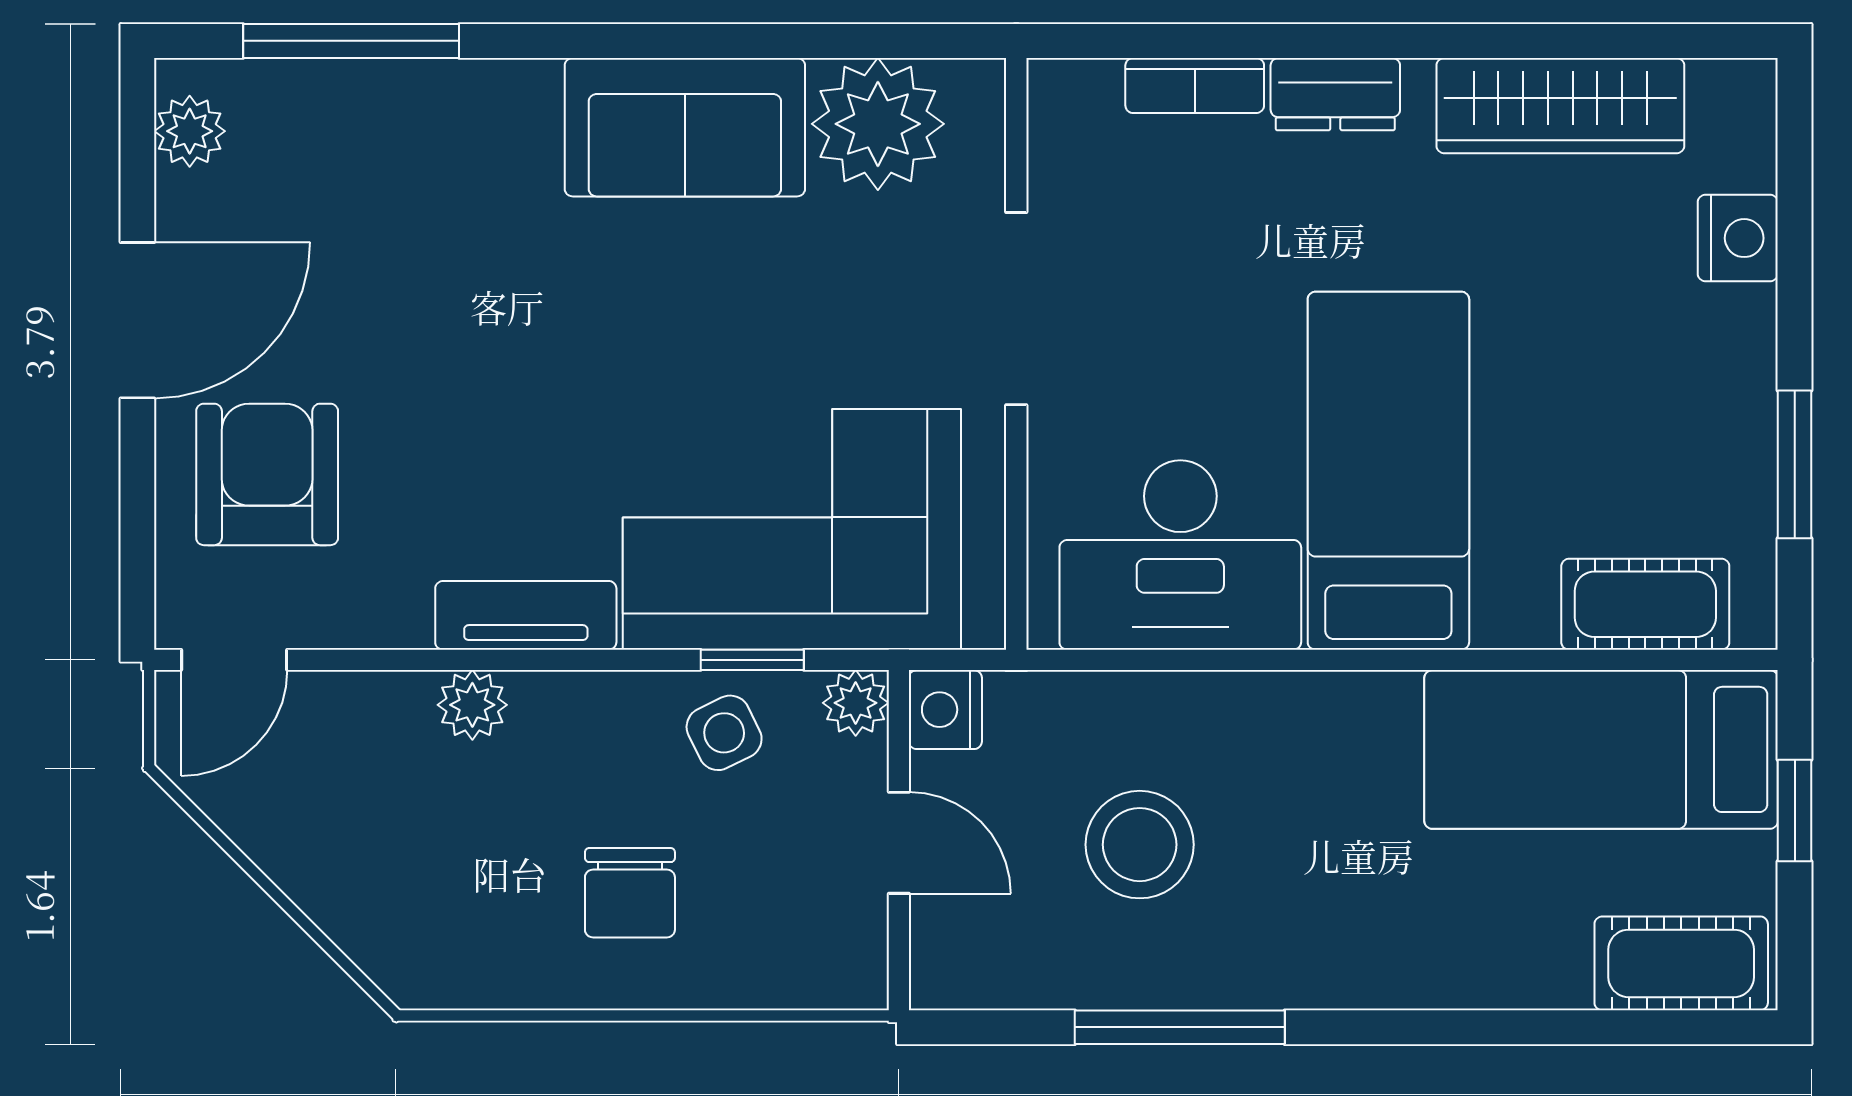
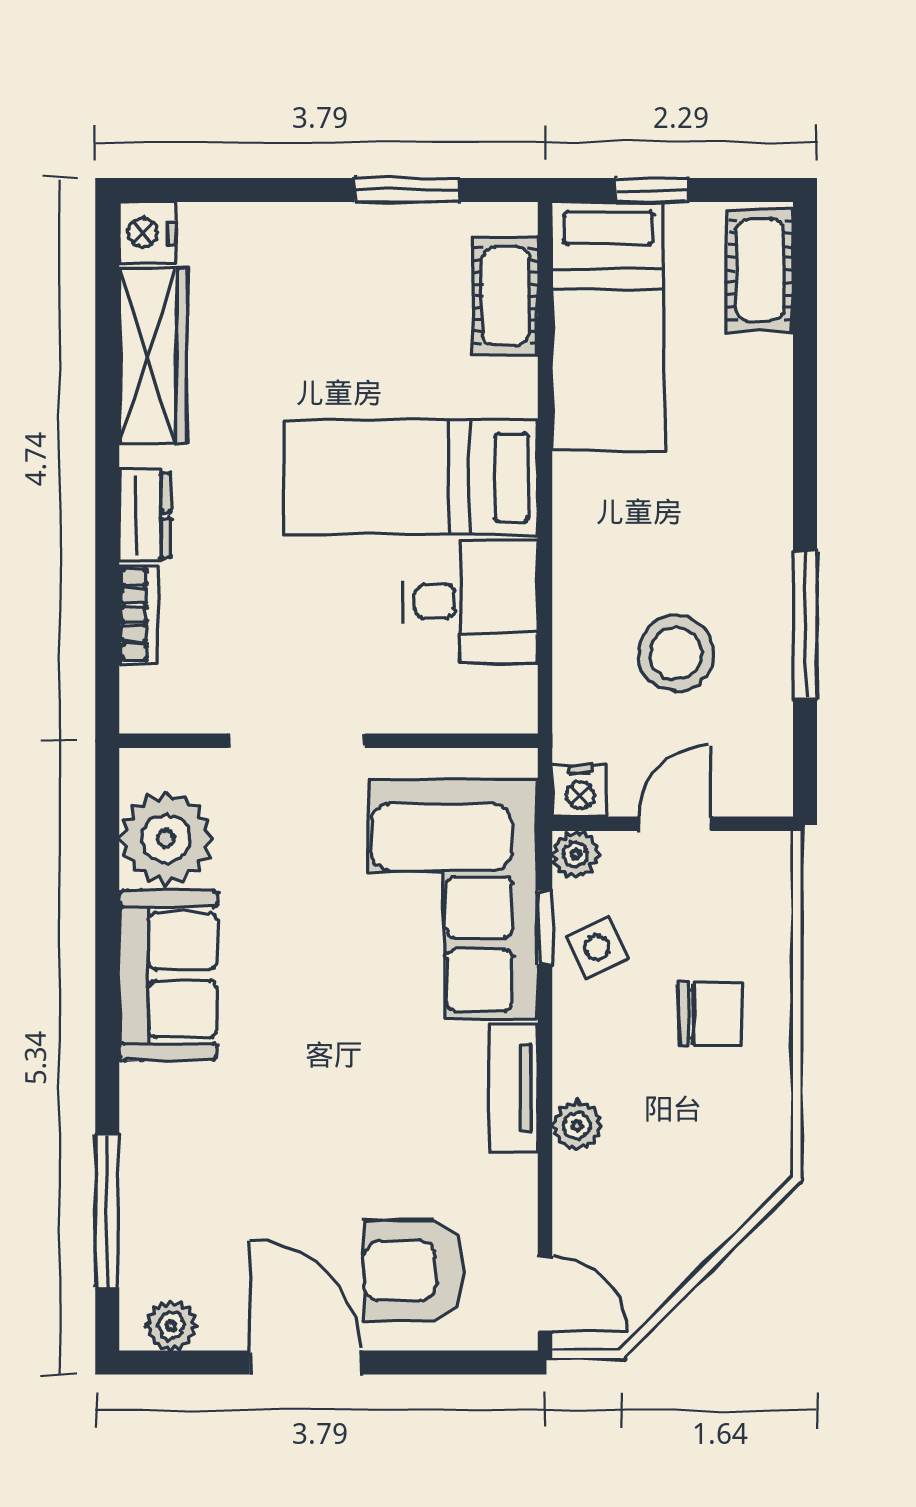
nightstand: (1738, 238) -> (147, 233), moved, turned -90
desk: (1180, 555) -> (471, 601), width x0.73

